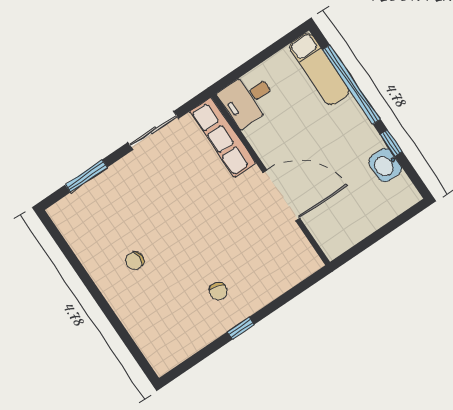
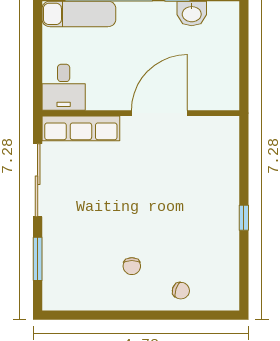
sliding door: (153, 130) -> (38, 180), width x1.37
chair: (218, 291) -> (181, 291), moved

